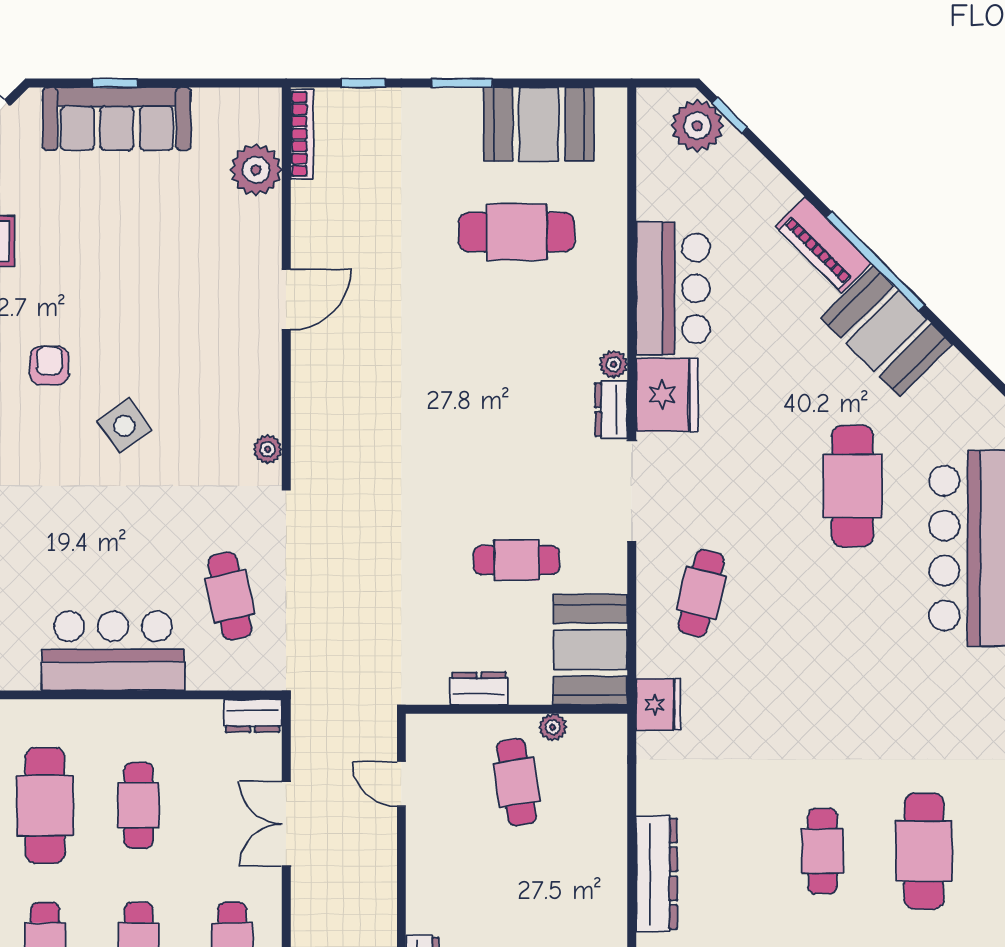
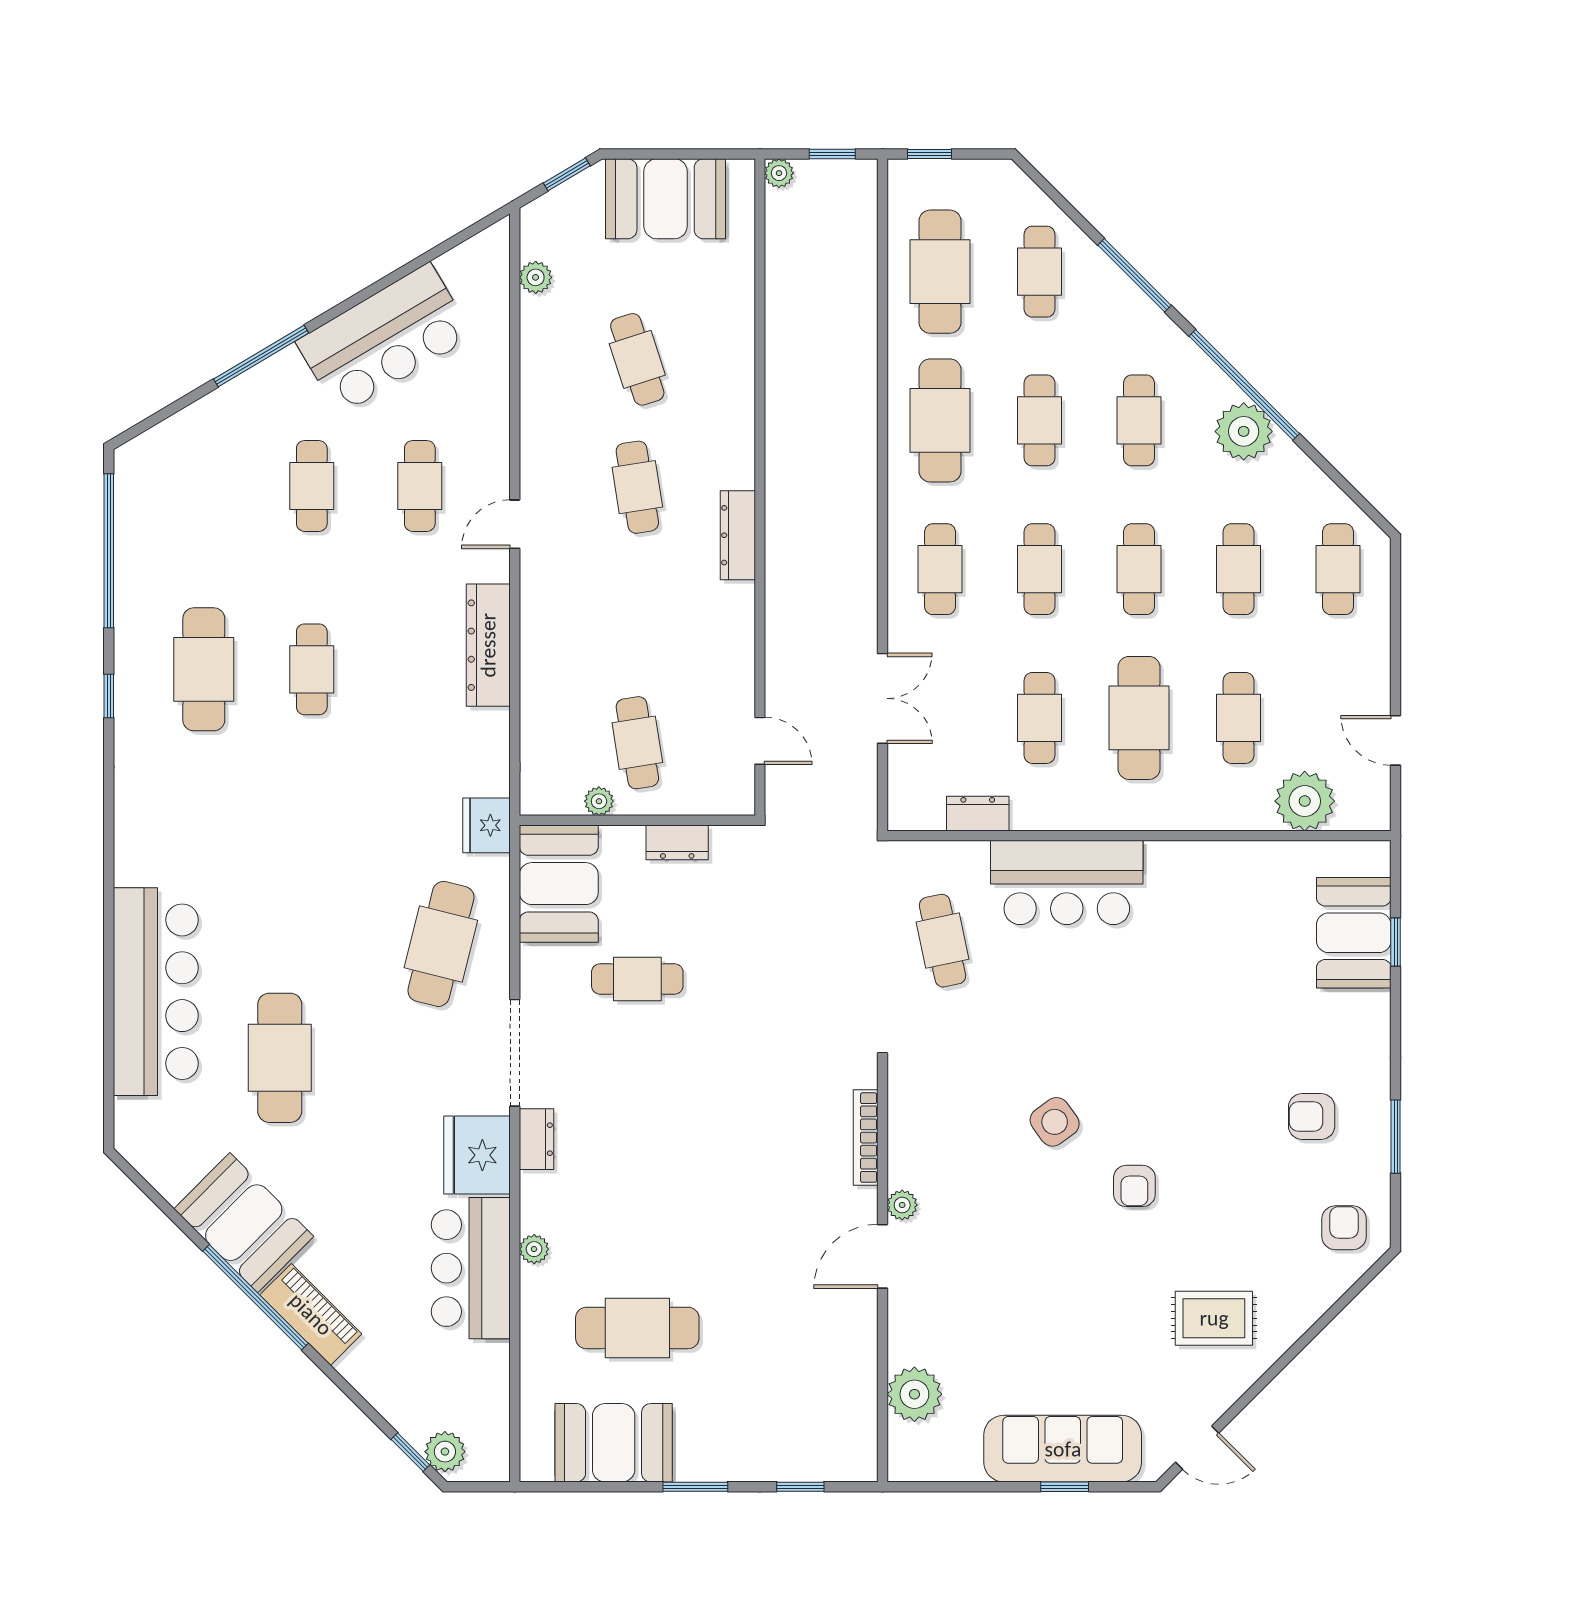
plant: (697, 126) -> (445, 1452), width x0.73, depth x0.73
bookcase: (302, 134) -> (866, 1138), moved
plant: (614, 364) -> (534, 1249), moved
plant: (268, 449) -> (902, 1205), moved
cafe table: (701, 593) -> (441, 944), width x1.37, depth x1.35
dresser: (253, 716) -> (978, 814), moved

